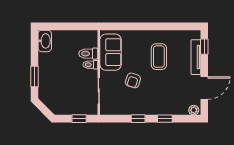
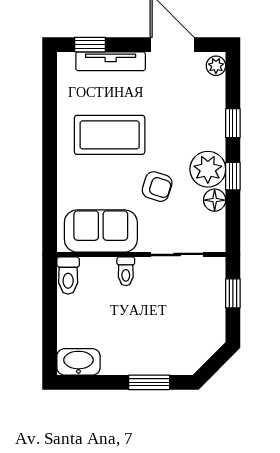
toilet: (88, 54) -> (68, 276), moved
coffee table: (159, 57) -> (110, 135), width x1.36, depth x1.32
plant: (142, 106) -> (208, 169), added
floor lamp: (126, 109) -> (215, 200), added

